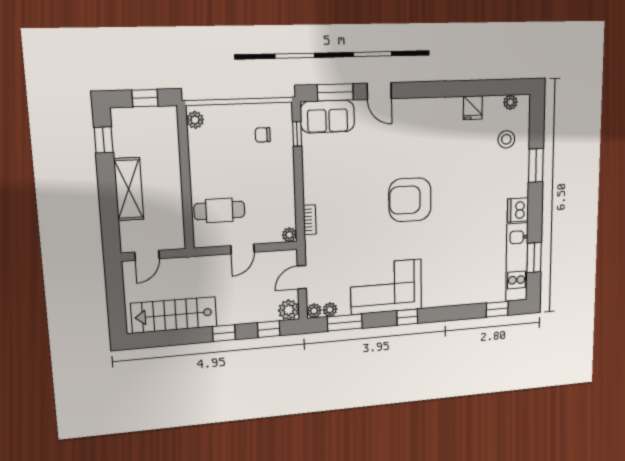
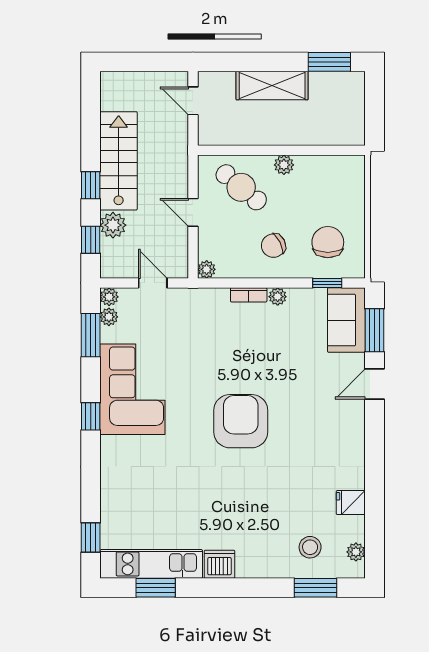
window: (145, 98) -> (374, 110), removed
plant: (195, 120) -> (284, 165), moved
chair: (263, 135) -> (328, 242), width x1.87, depth x1.87
window: (104, 140) -> (329, 62), width x1.50
window: (536, 165) -> (316, 588), moved
plant: (310, 175) -> (278, 297), added
chair: (268, 181) -> (273, 246), added
cafe table: (219, 210) -> (241, 187), turned -50
bookcase: (310, 220) -> (249, 295), moved
plant: (289, 310) -> (113, 225), moved
stairs: (174, 315) -> (119, 161), moved

